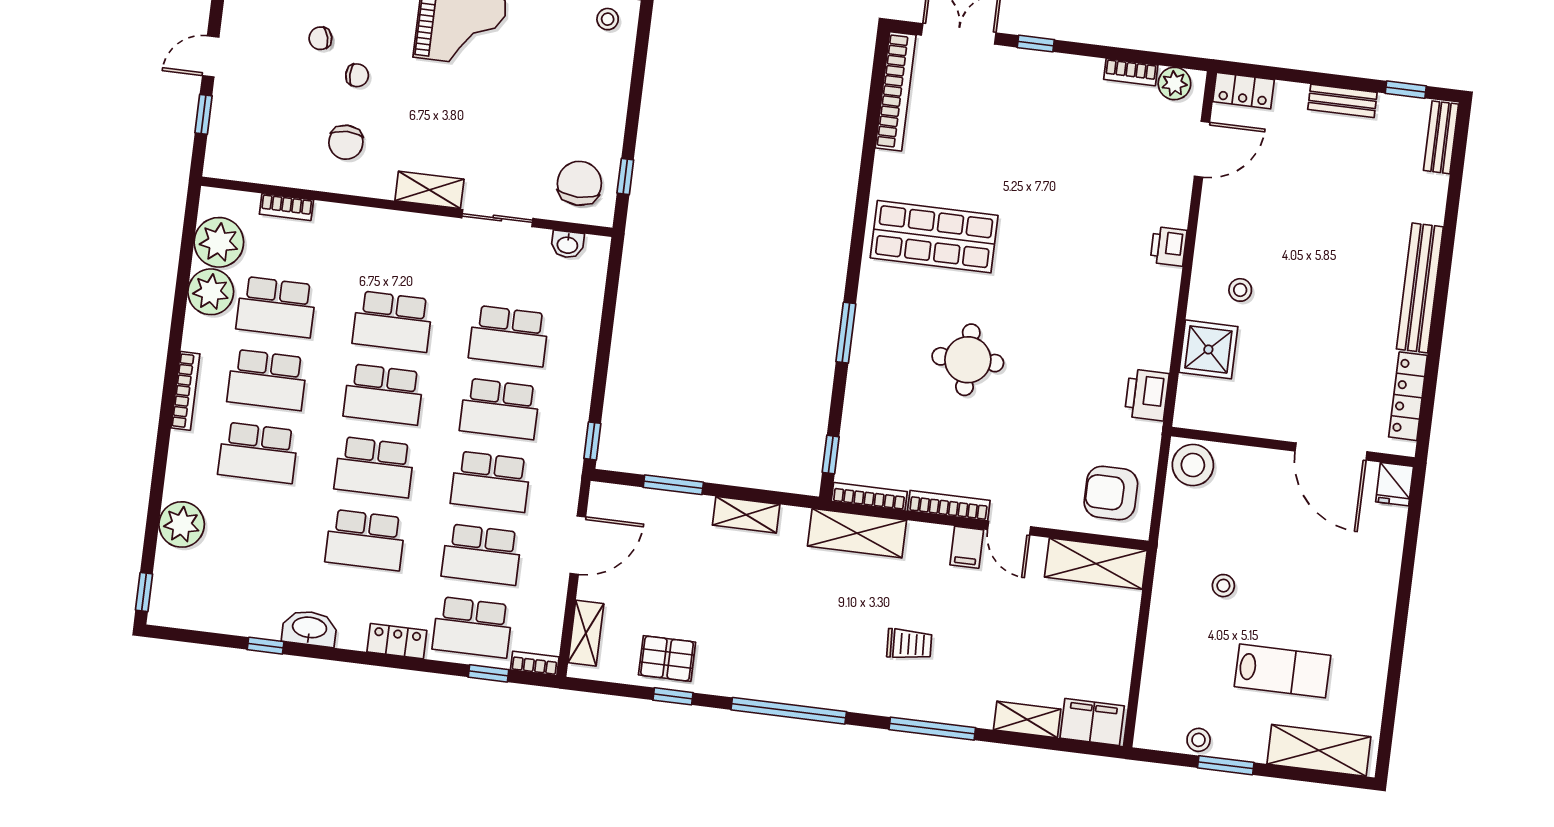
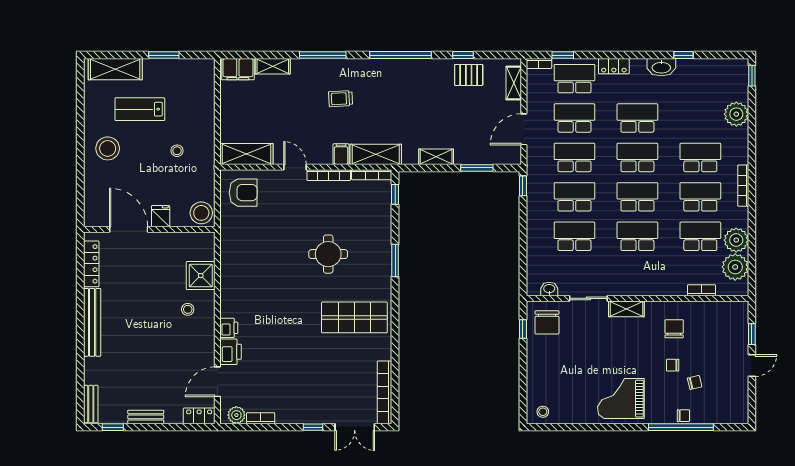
printer: (1147, 395) -> (231, 352), moved
fridge: (1395, 484) -> (161, 216), moved
filing cabinet: (967, 547) -> (341, 154), moved
stool: (1199, 740) -> (108, 148), moved, width x1.89, depth x1.89

